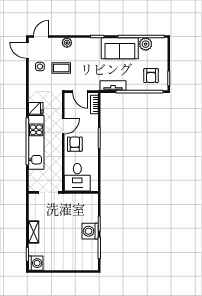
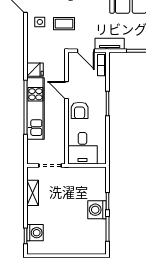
tv unit: (113, 86) -> (110, 44), moved
door: (63, 126) -> (66, 90), swing flipped
armchair: (75, 144) -> (80, 110), turned 180
shelving: (34, 232) -> (33, 193), moved
washing machine: (36, 263) -> (35, 233), moved

